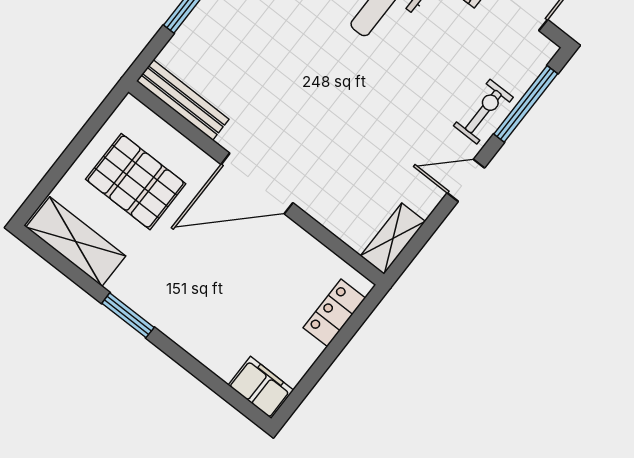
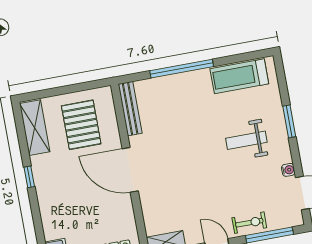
window: (128, 315) -> (29, 177), width x0.67

